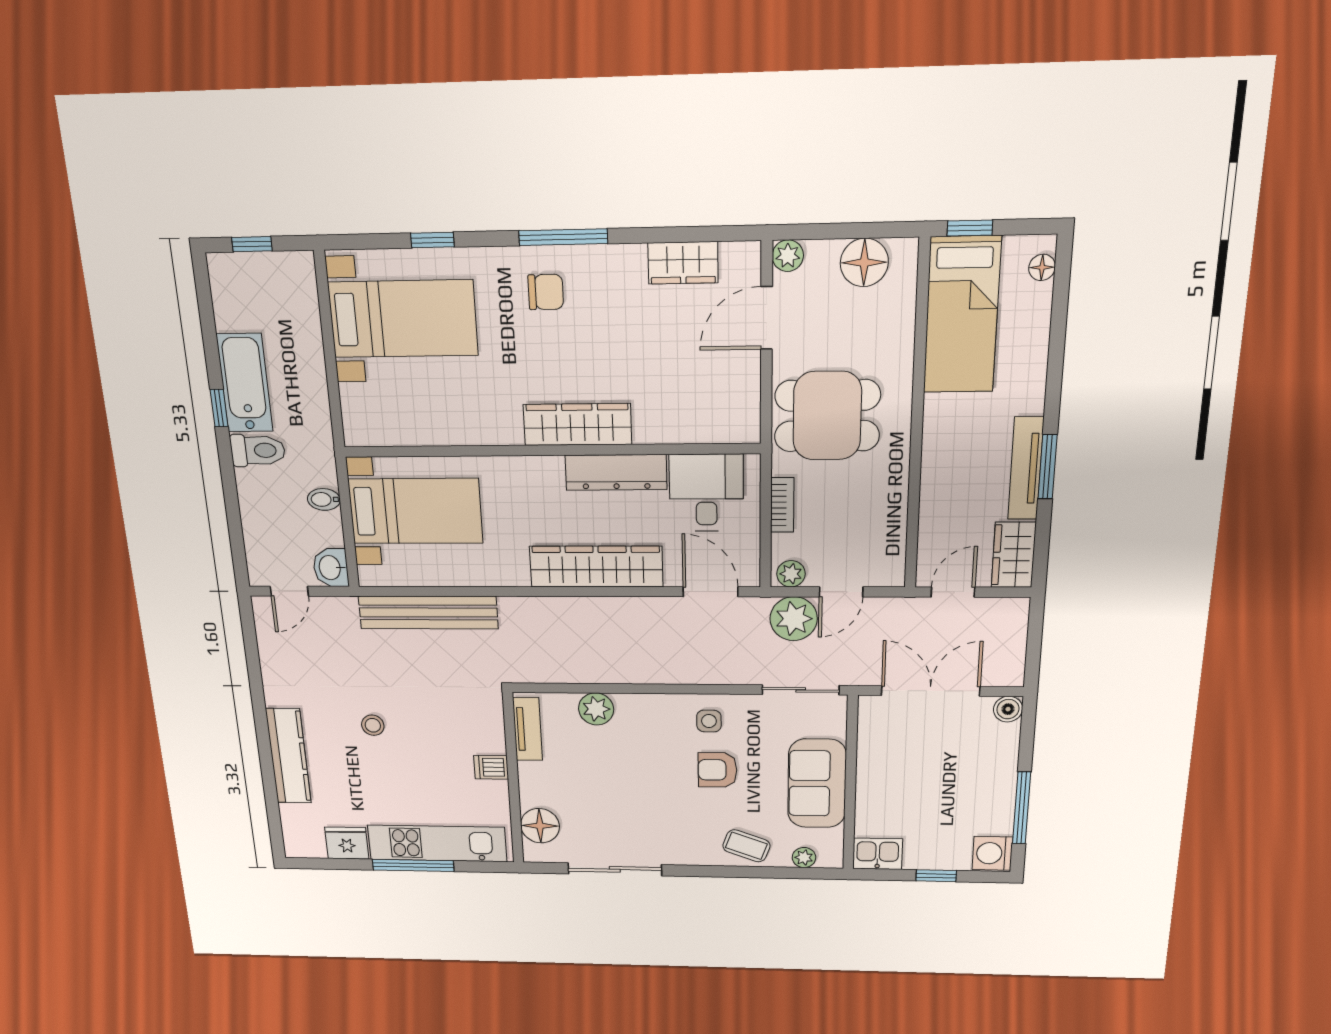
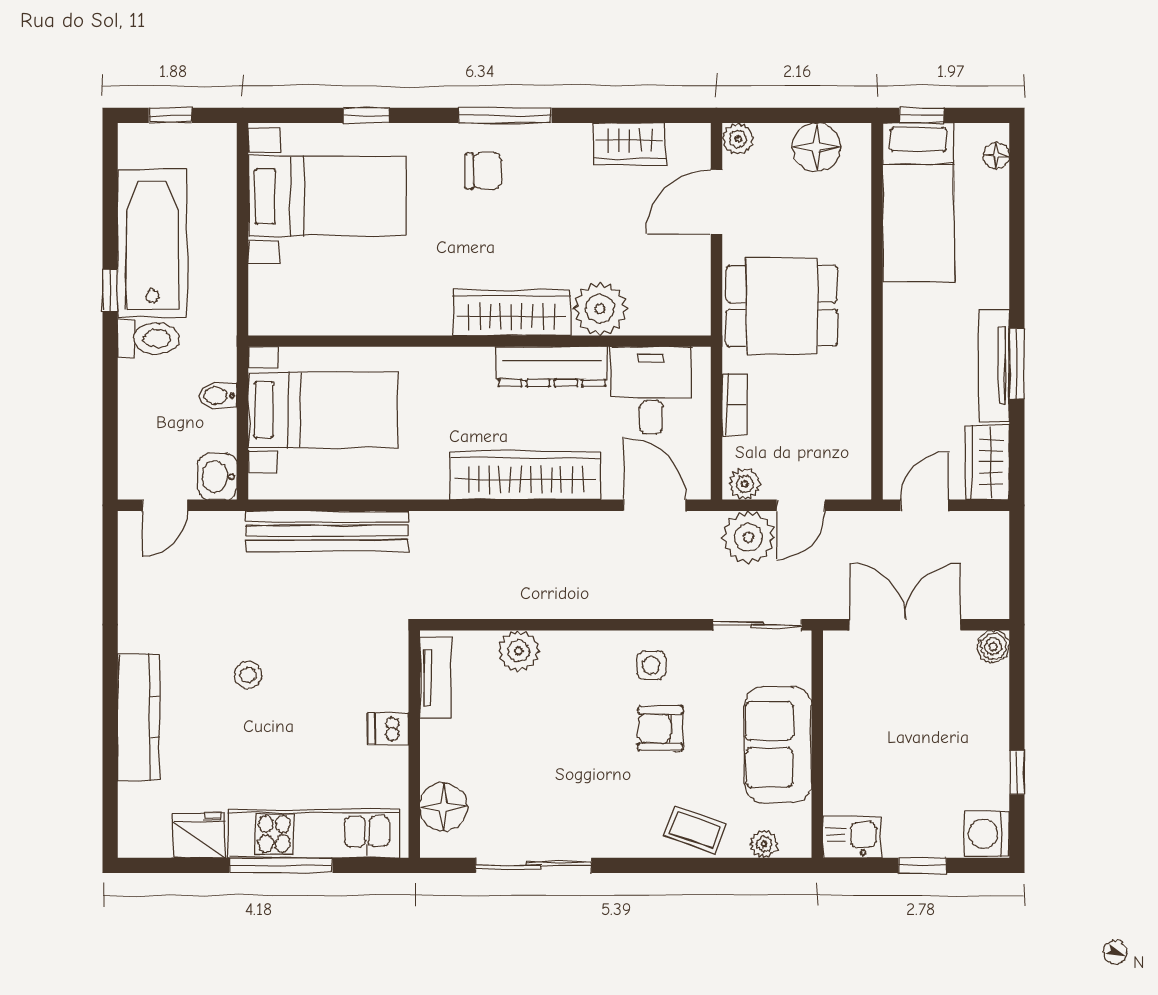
bathtub: (245, 383) -> (152, 243), width x1.36, depth x1.36
plant: (658, 420) -> (600, 309), added
window: (1022, 808) -> (1017, 773), width x0.46

